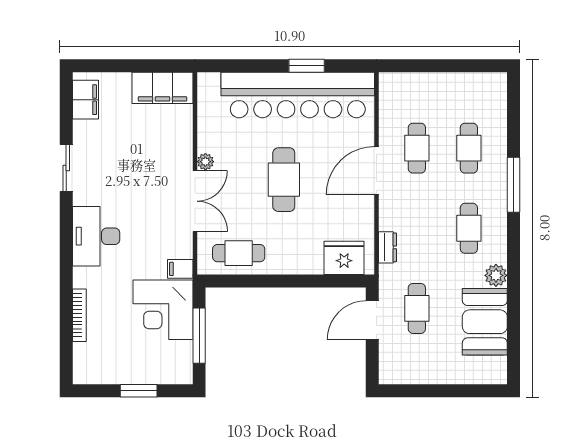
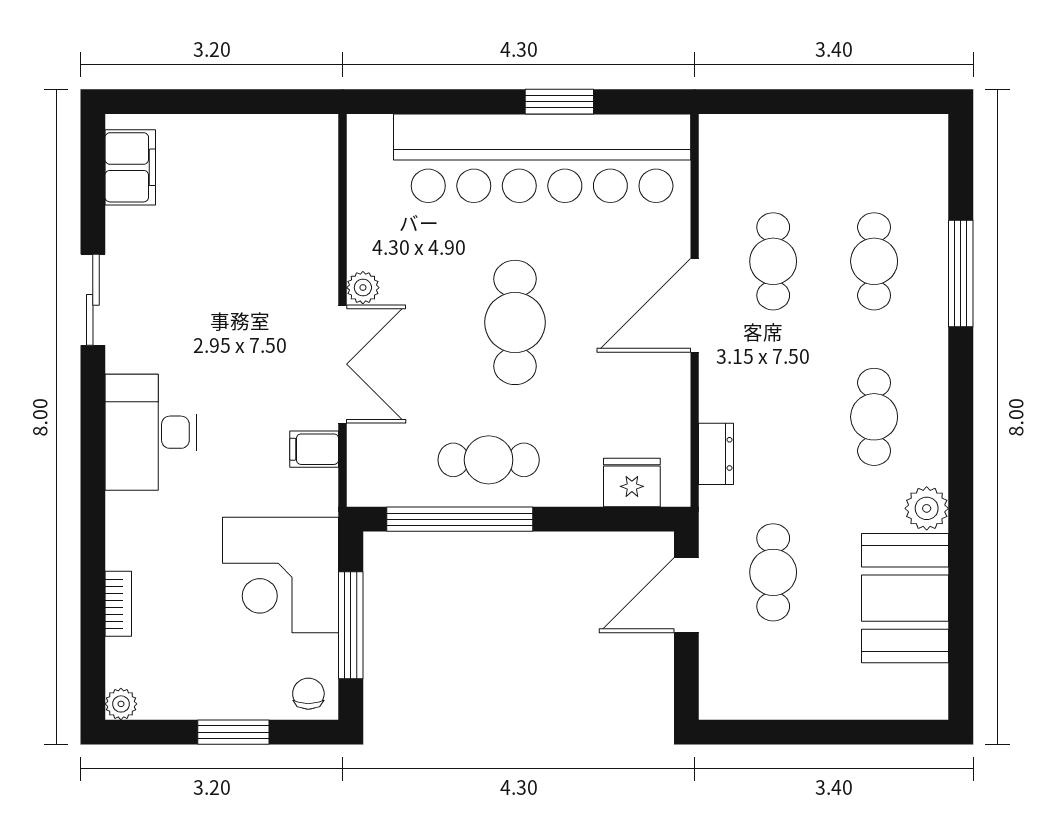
filing cabinet: (162, 88) -> (280, 144), removed
window: (514, 185) -> (961, 273), moved
cafe table: (239, 253) -> (489, 460), moved
fridge: (344, 258) -> (632, 483), width x0.73, depth x0.75
filing cabinet: (180, 269) -> (314, 449), moved
window: (255, 281) -> (460, 519), added
bookcase: (79, 315) -> (118, 604), width x0.64
chair: (177, 371) -> (308, 694), added
plant: (81, 376) -> (121, 704), added

